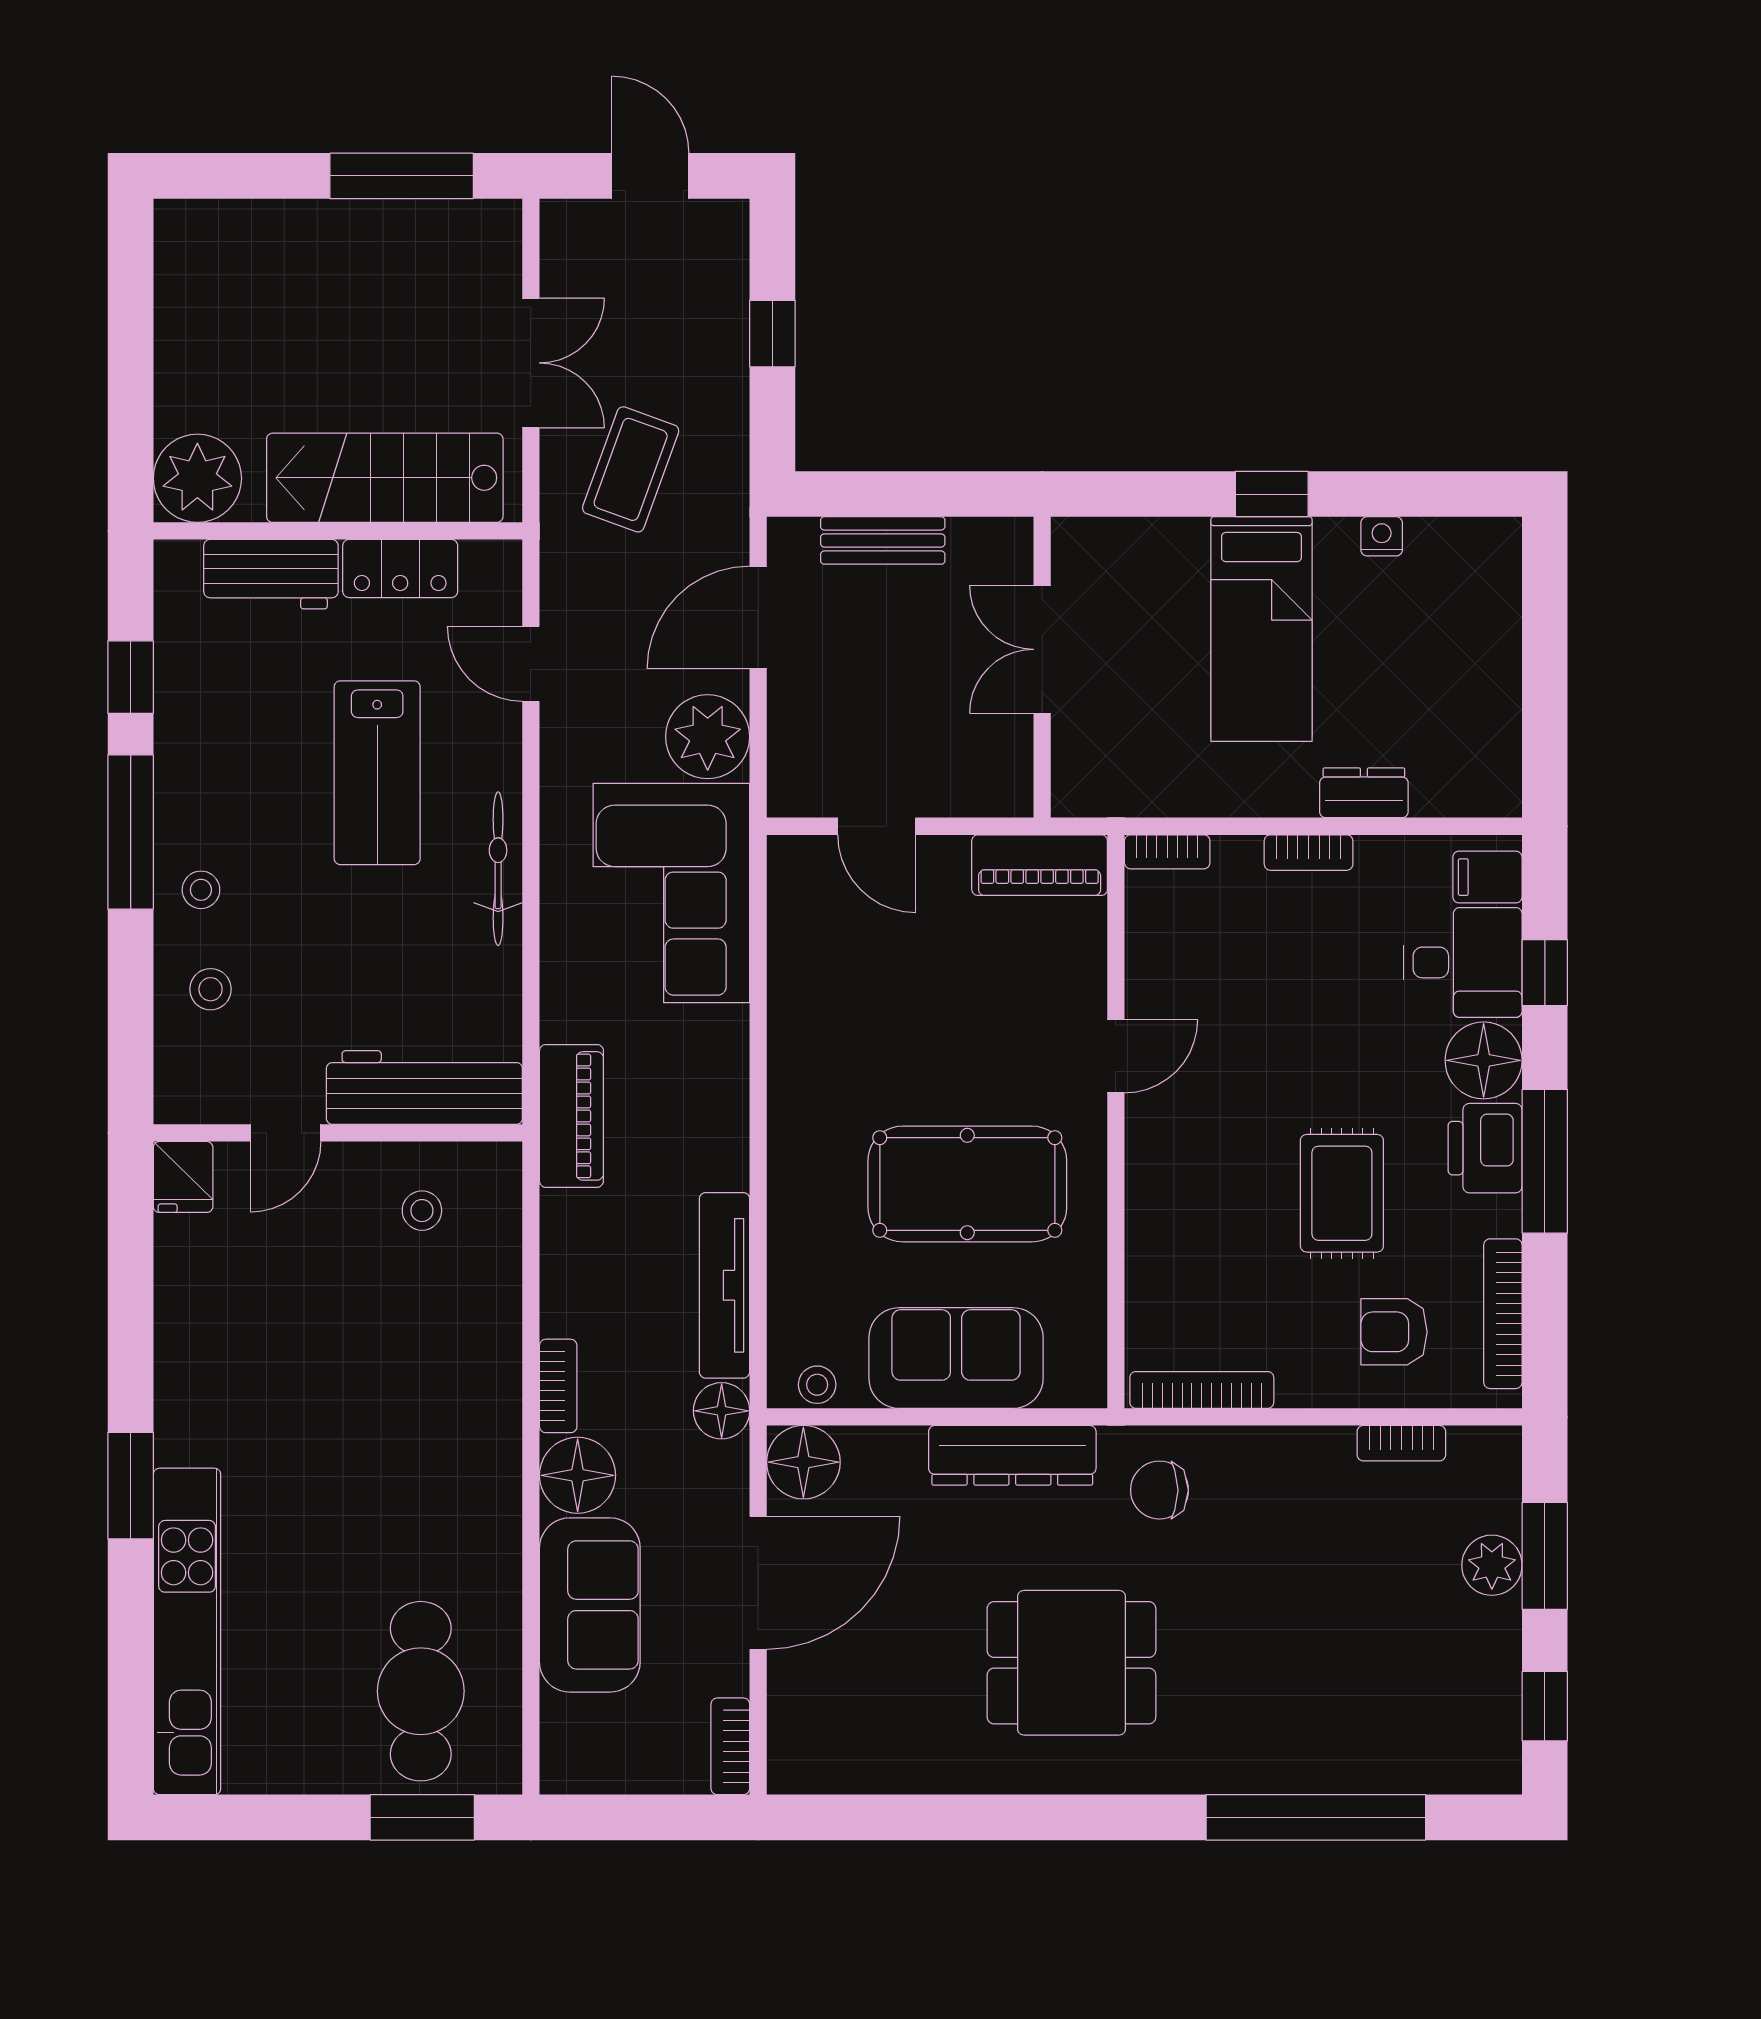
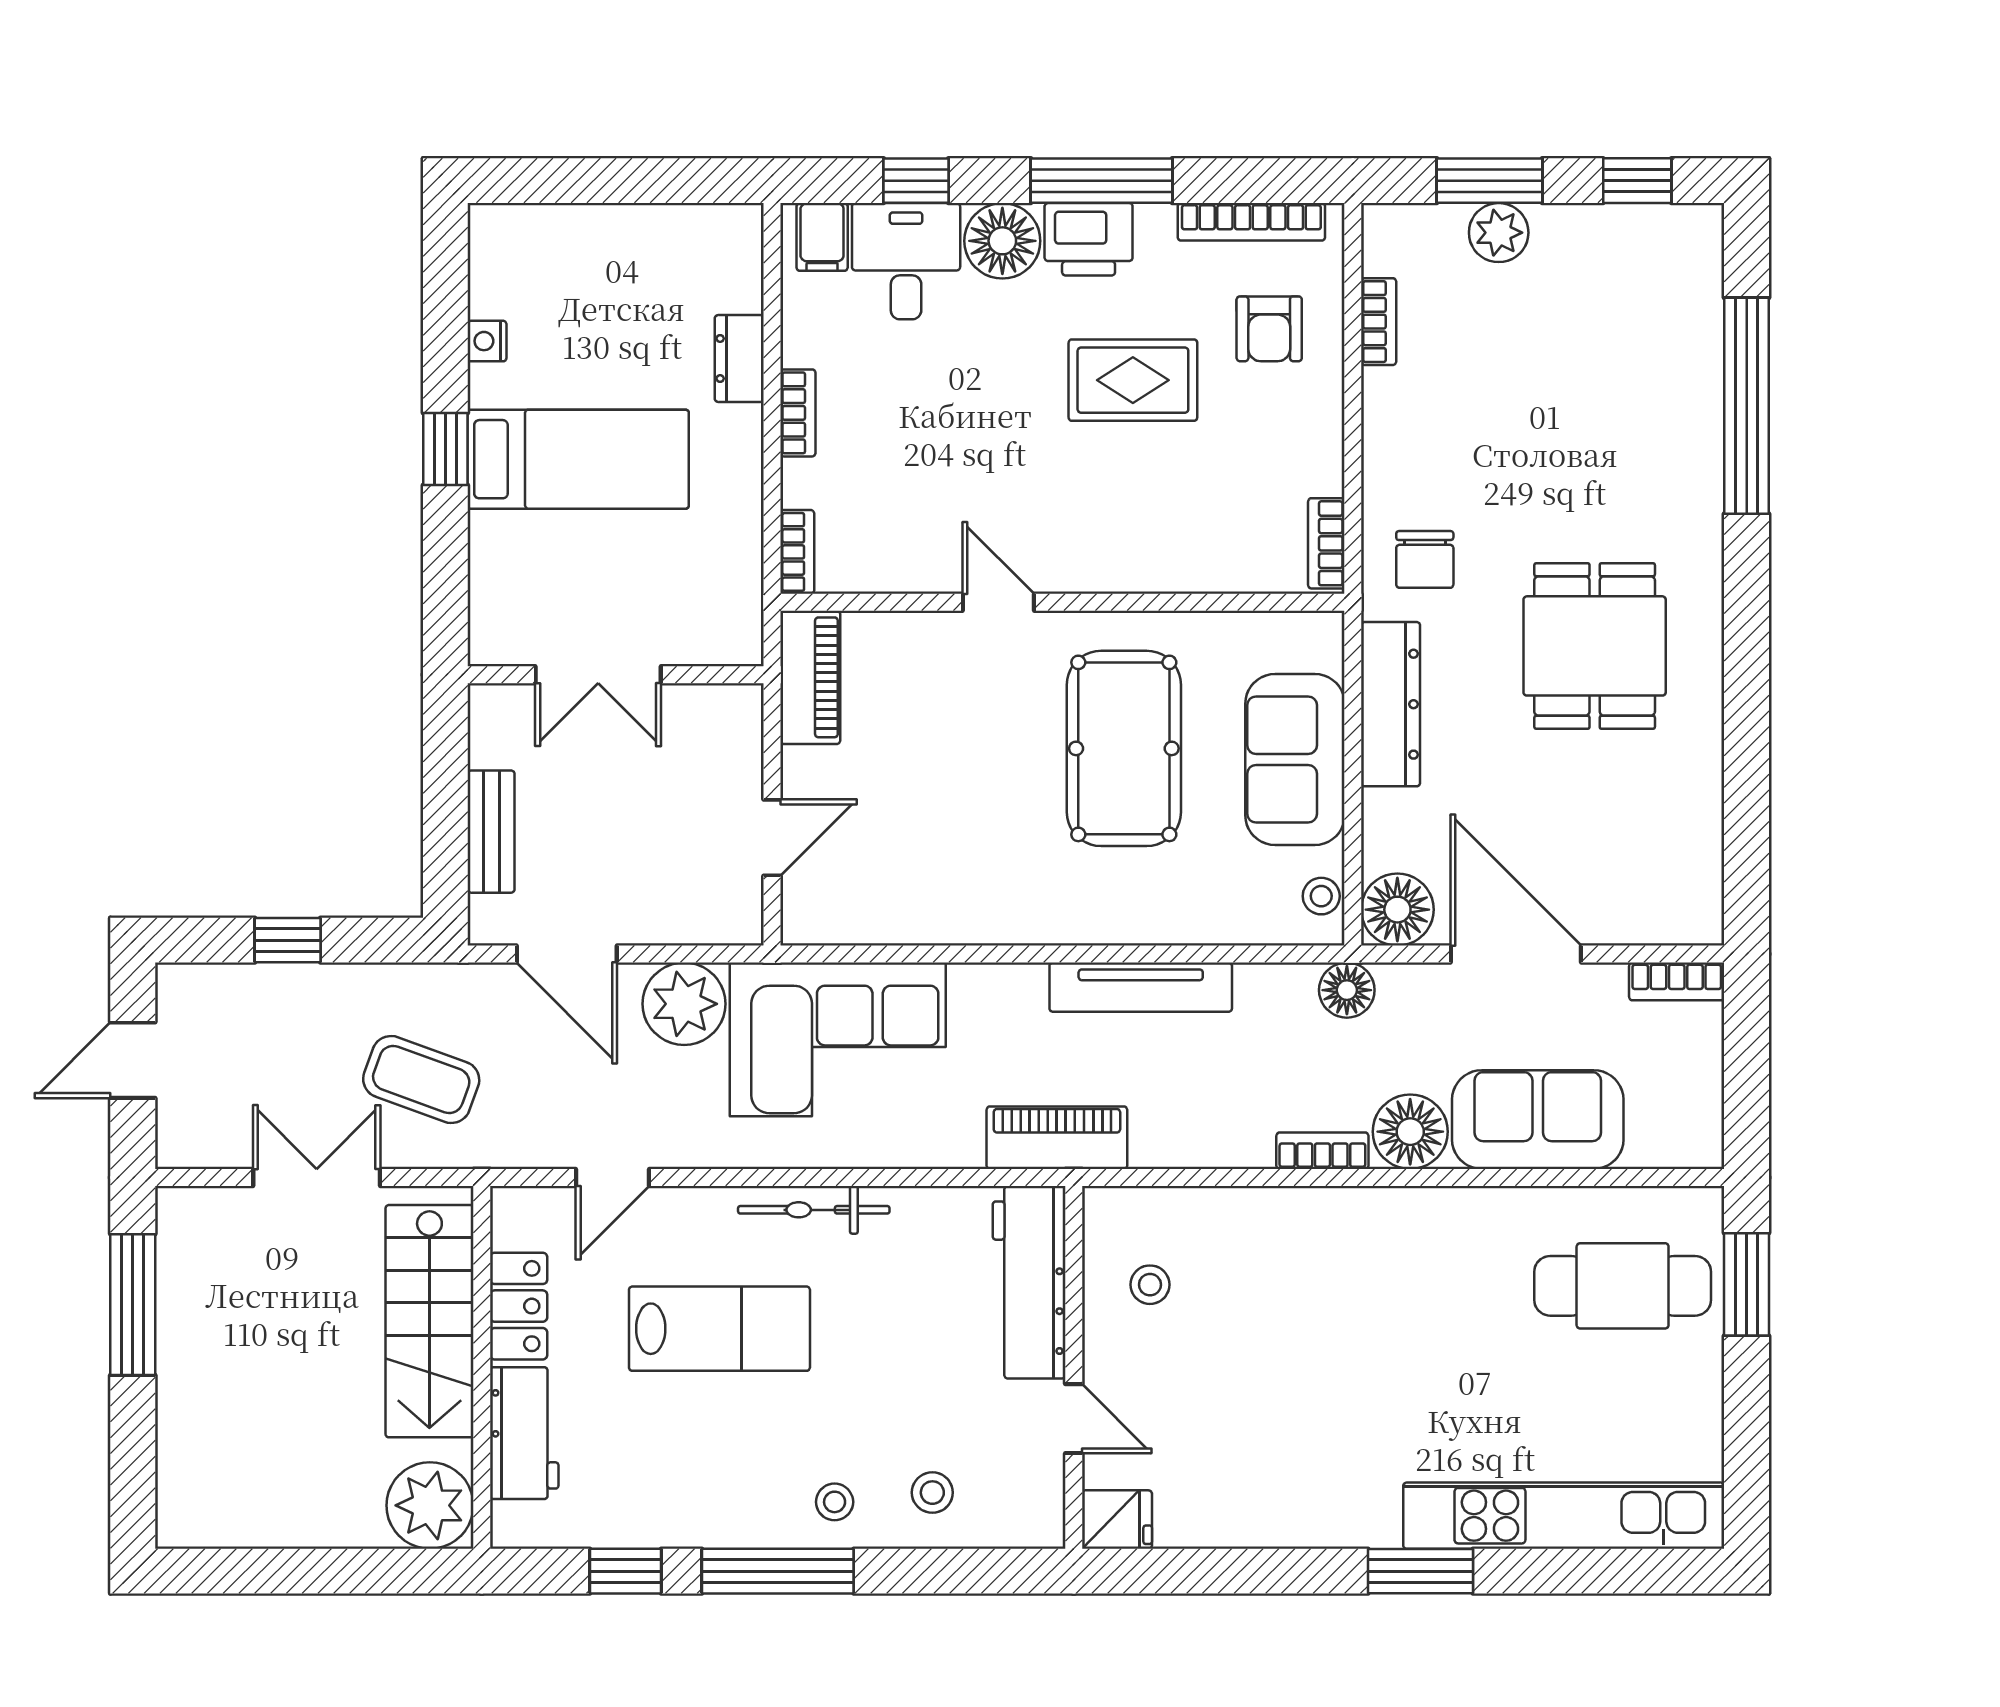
tv unit: (724, 1285) -> (1141, 987), moved
bookcase: (1202, 1390) -> (1326, 543), width x0.64

